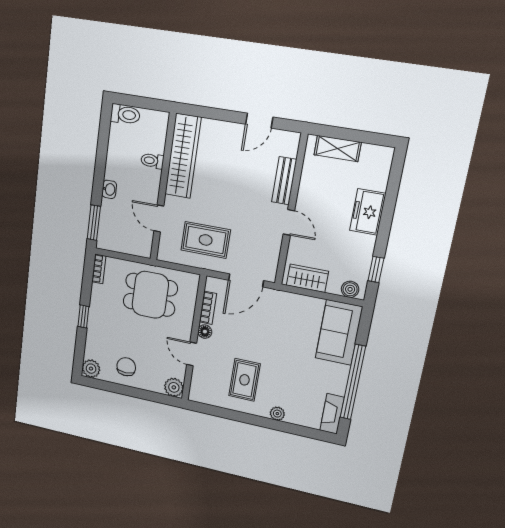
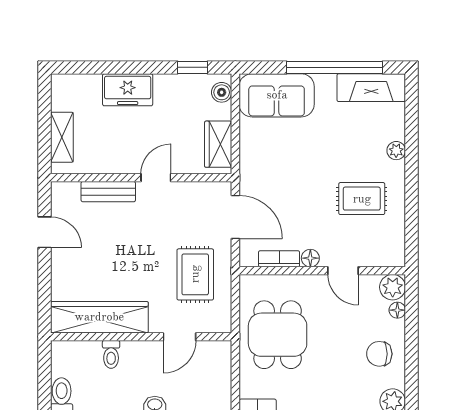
door: (192, 354) -> (343, 271), hinge flipped
floor lamp: (156, 387) -> (397, 310), added
fireplace: (332, 414) -> (371, 88), width x1.37, depth x1.32

